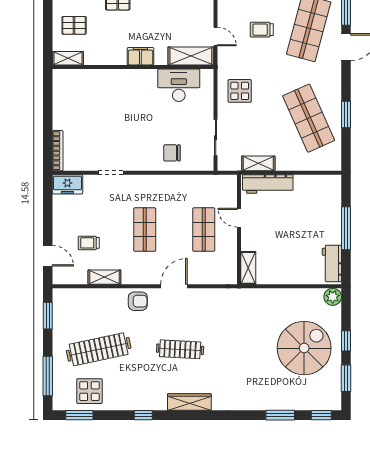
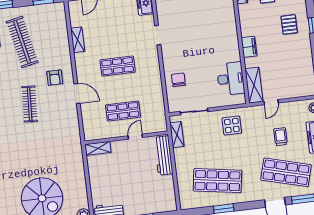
shop shelf: (309, 118) -> (217, 181), turned 33
shelving: (258, 163) -> (177, 135), moved
trolley: (89, 243) -> (102, 25), removed
armchair: (138, 301) -> (55, 78), moved

